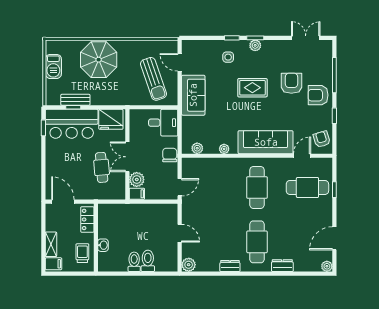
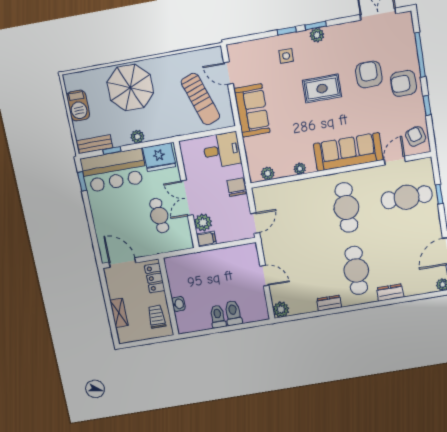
bench: (75, 100) -> (94, 144), moved
plant: (96, 100) -> (137, 137), added
filing cabinet: (54, 264) -> (126, 334), removed

